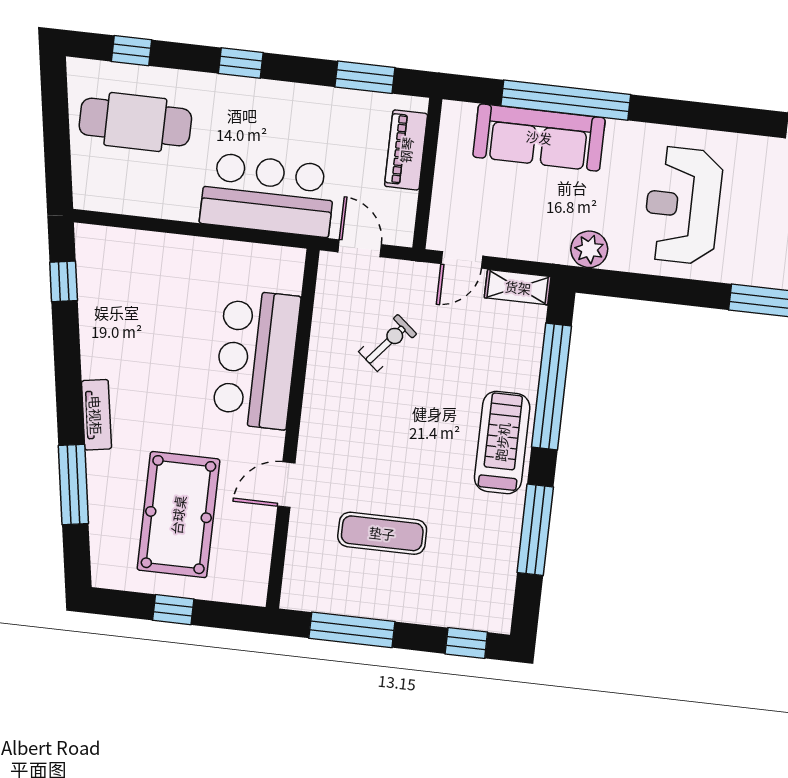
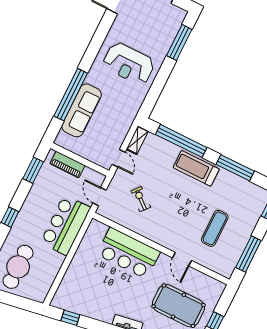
door: (360, 248) -> (100, 197), hinge flipped
plant: (589, 249) -> (133, 107), removed

